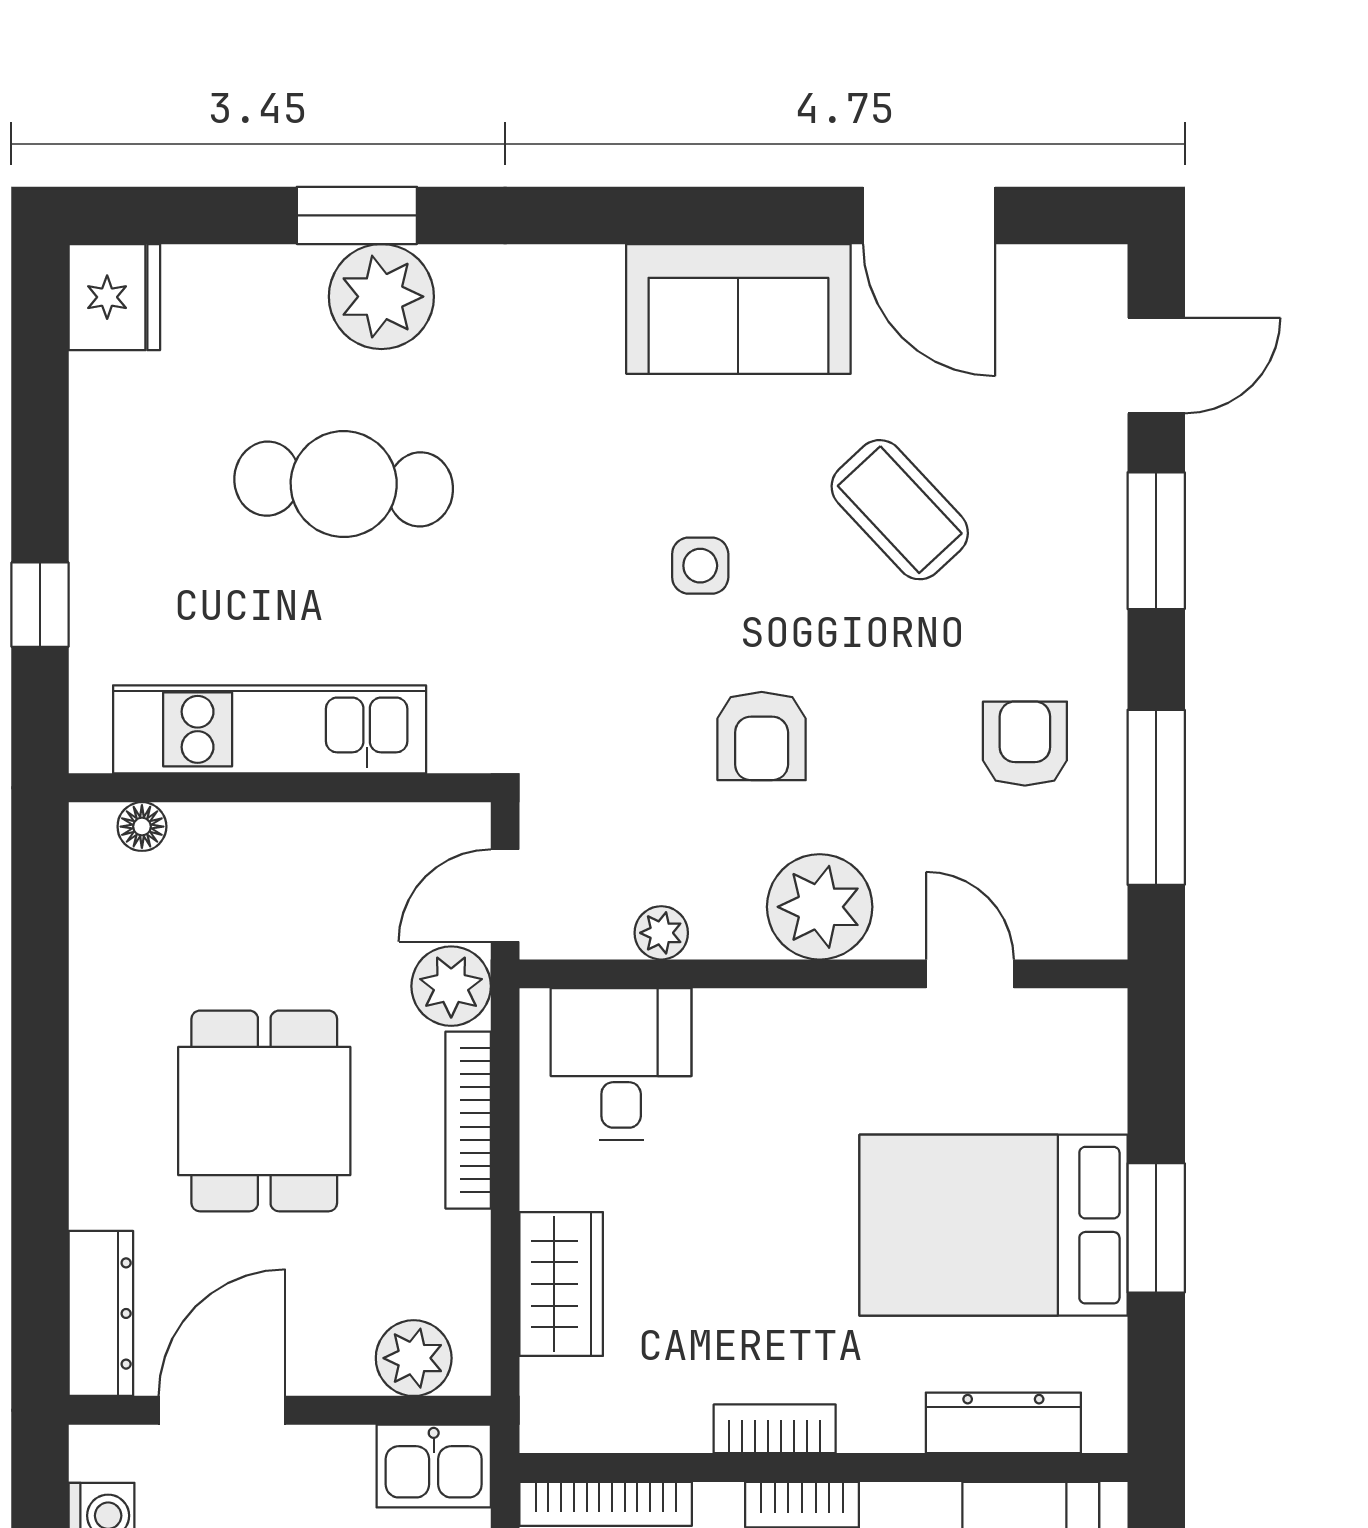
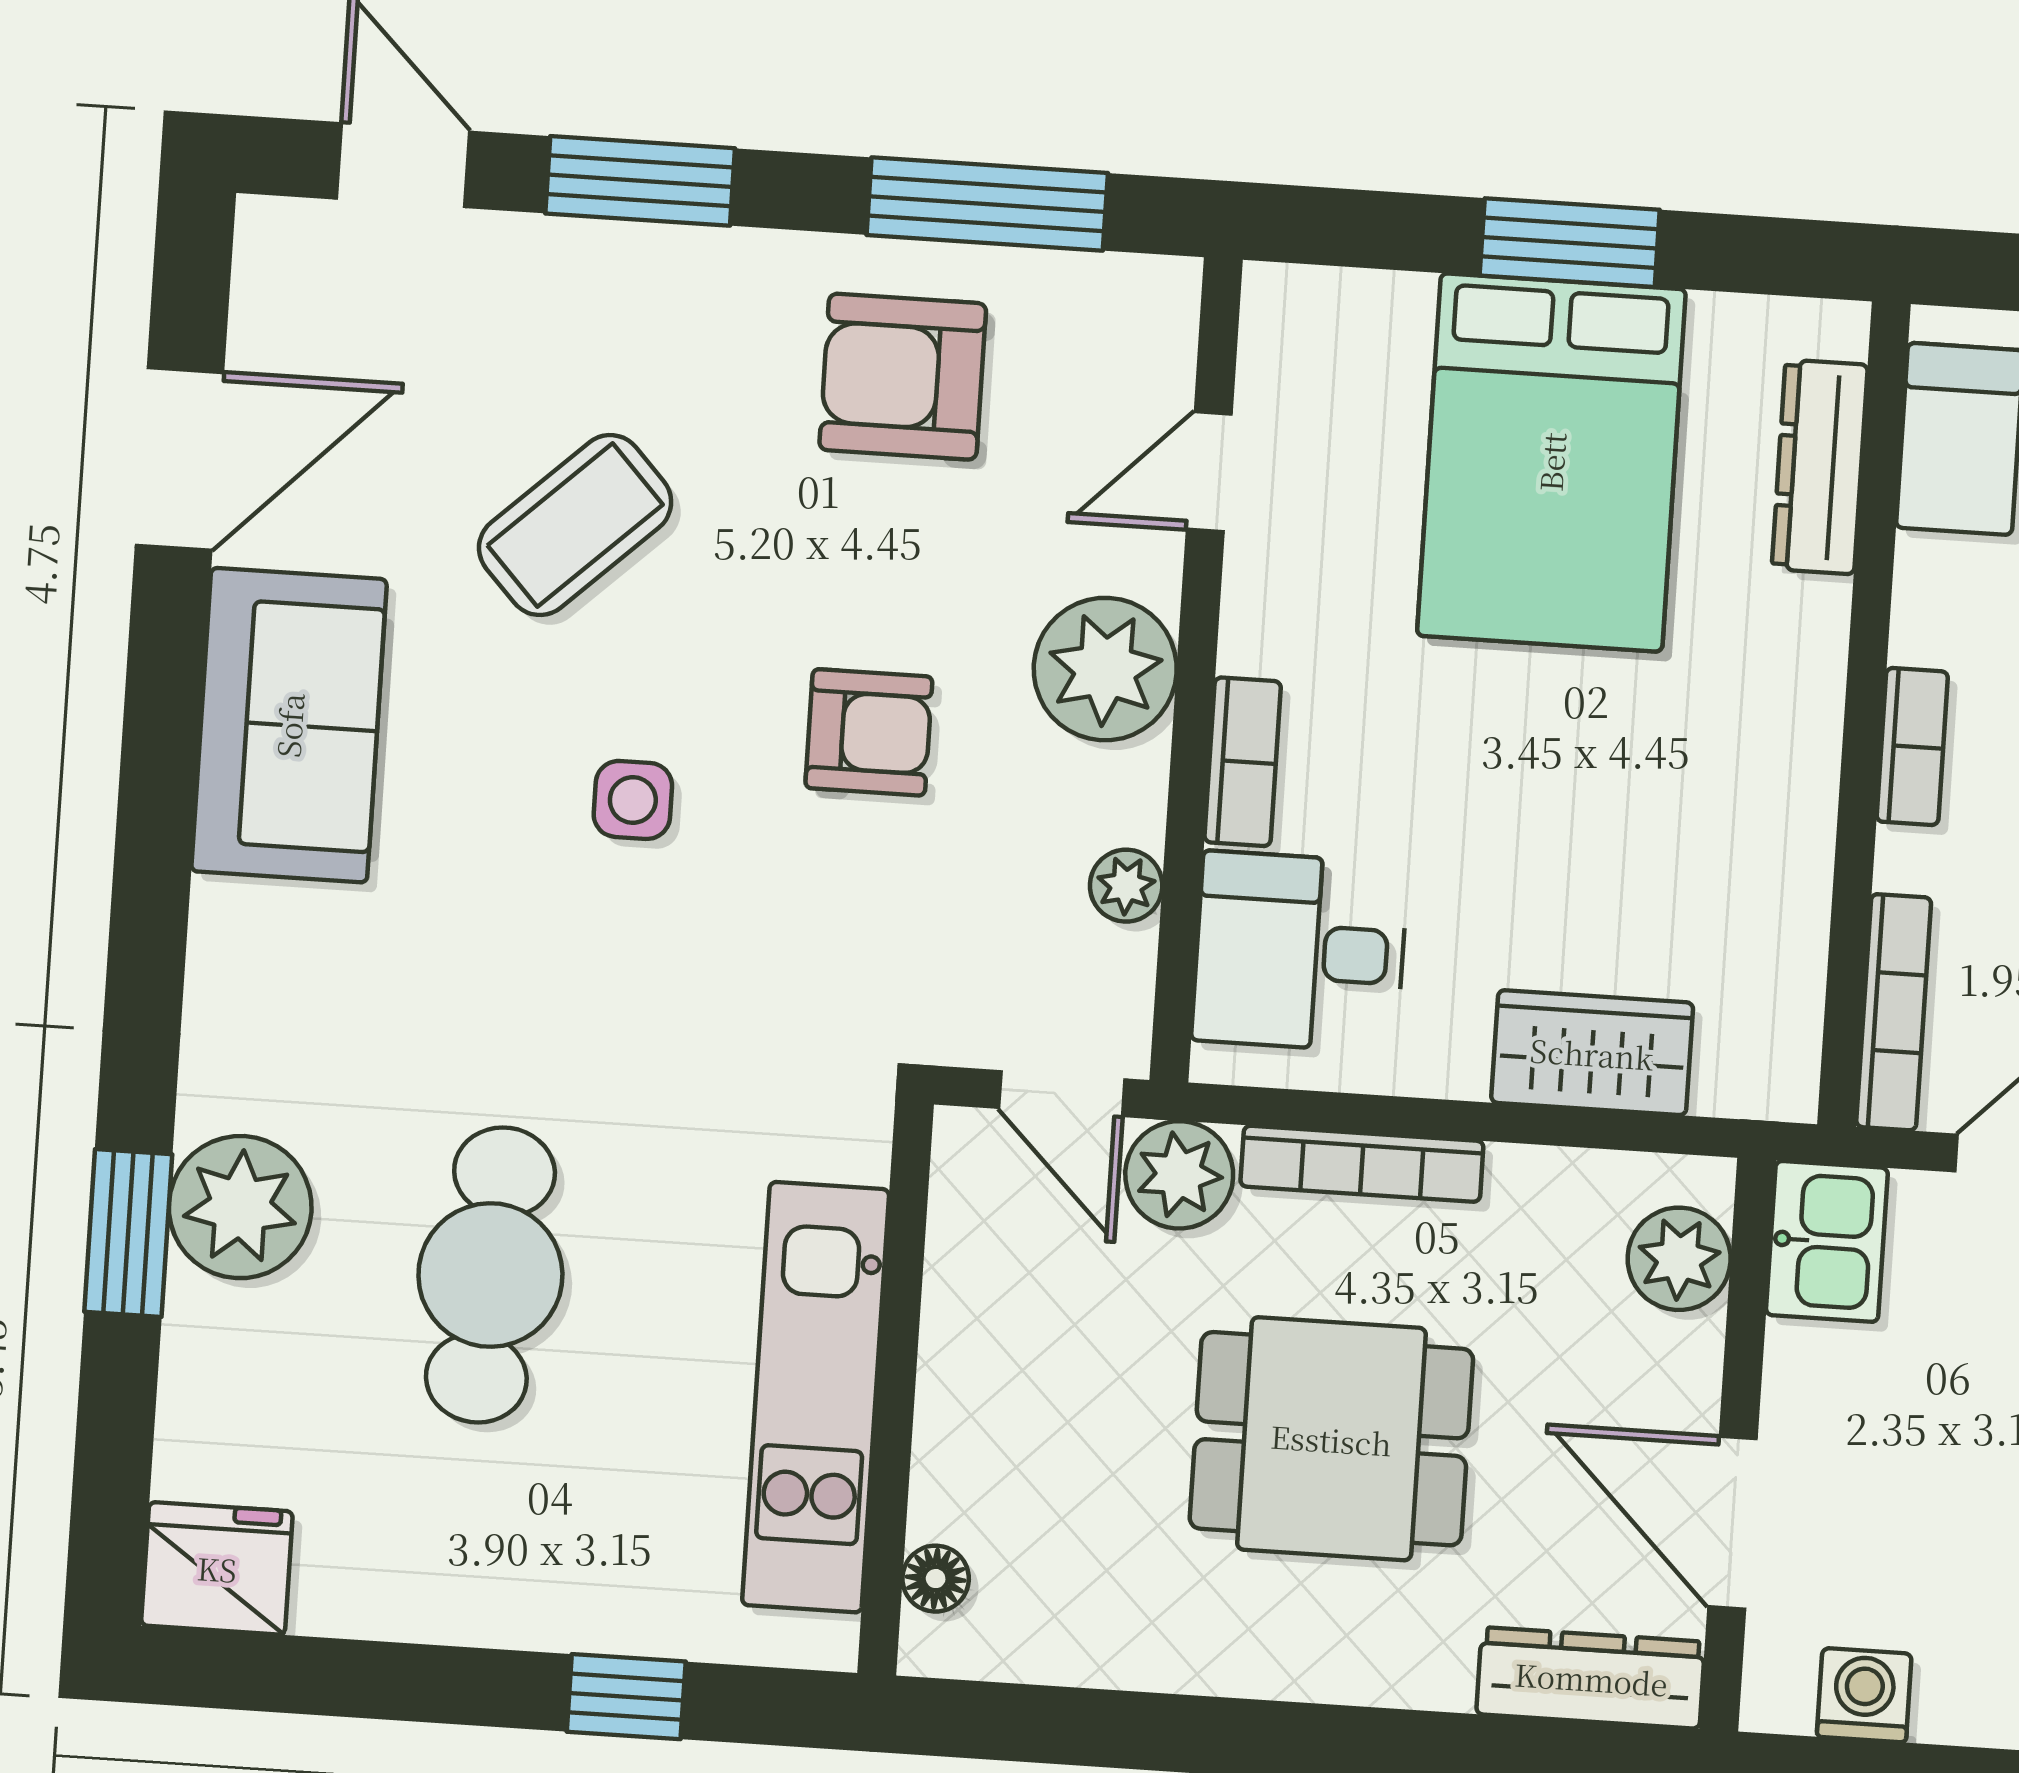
armchair: (1025, 744) -> (903, 377), width x1.38, depth x1.38
bookcase: (775, 1429) -> (1243, 762), moved, turned 180

